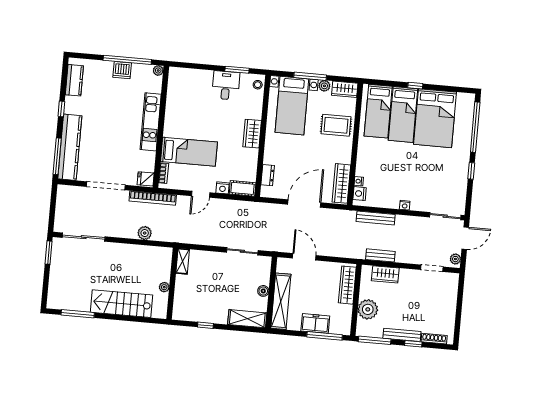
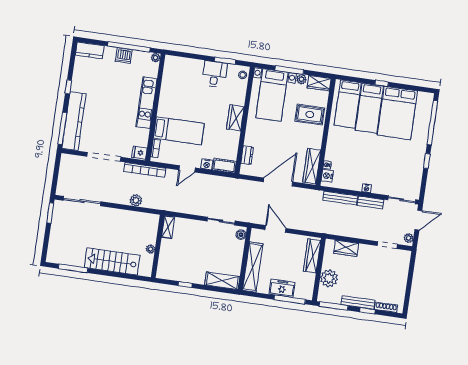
kitchen counter: (74, 80) -> (90, 50), moved, turned 90
bench: (380, 255) -> (370, 203), moved
boiler: (263, 291) -> (241, 235), moved

